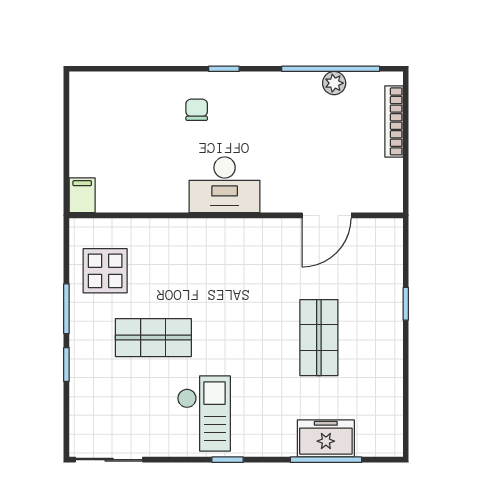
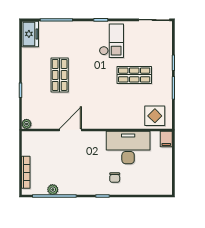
desk: (225, 185) -> (128, 148), moved, width x1.36, depth x1.30
door: (327, 215) -> (70, 130), moved
plant: (392, 229) -> (27, 124), added
display table: (105, 271) -> (155, 116), moved
checkout: (204, 413) -> (111, 41), turned 180
freezer: (326, 438) -> (30, 34), moved, turned -90

